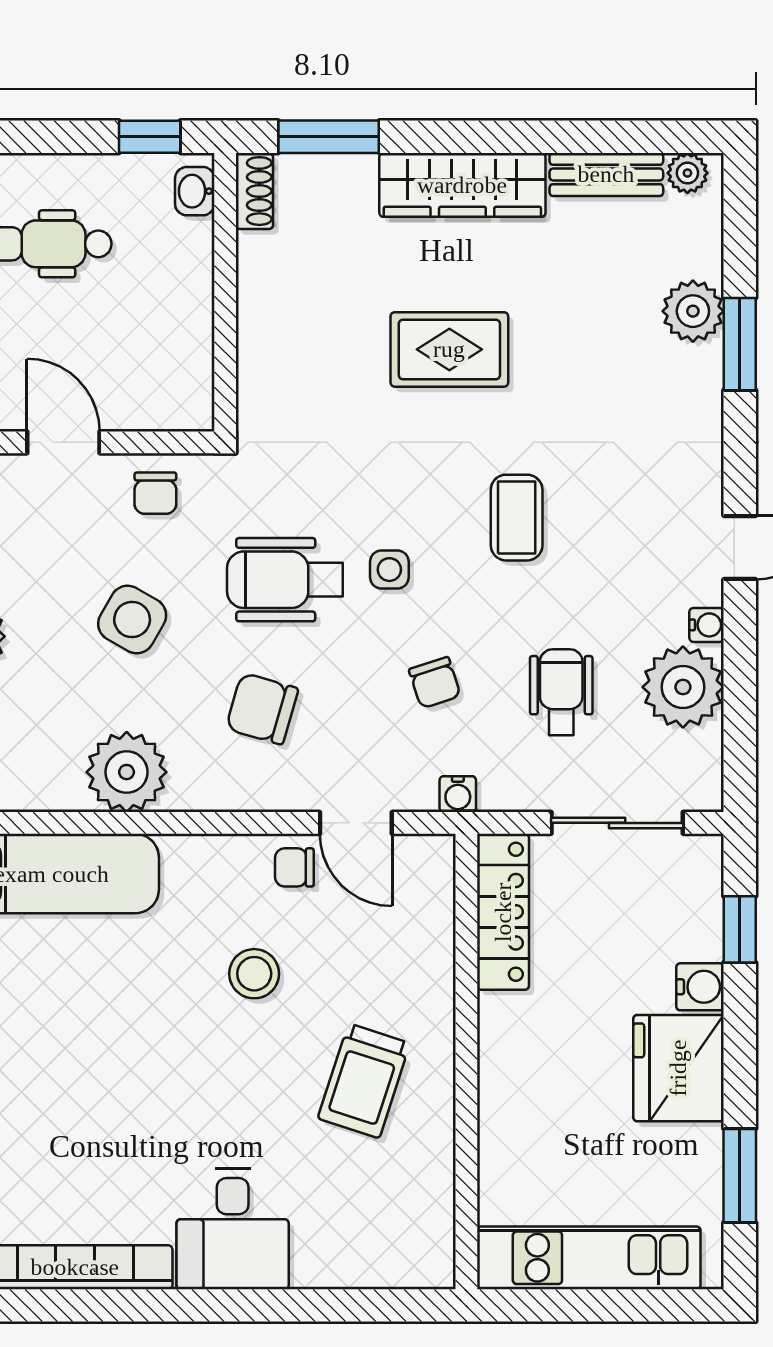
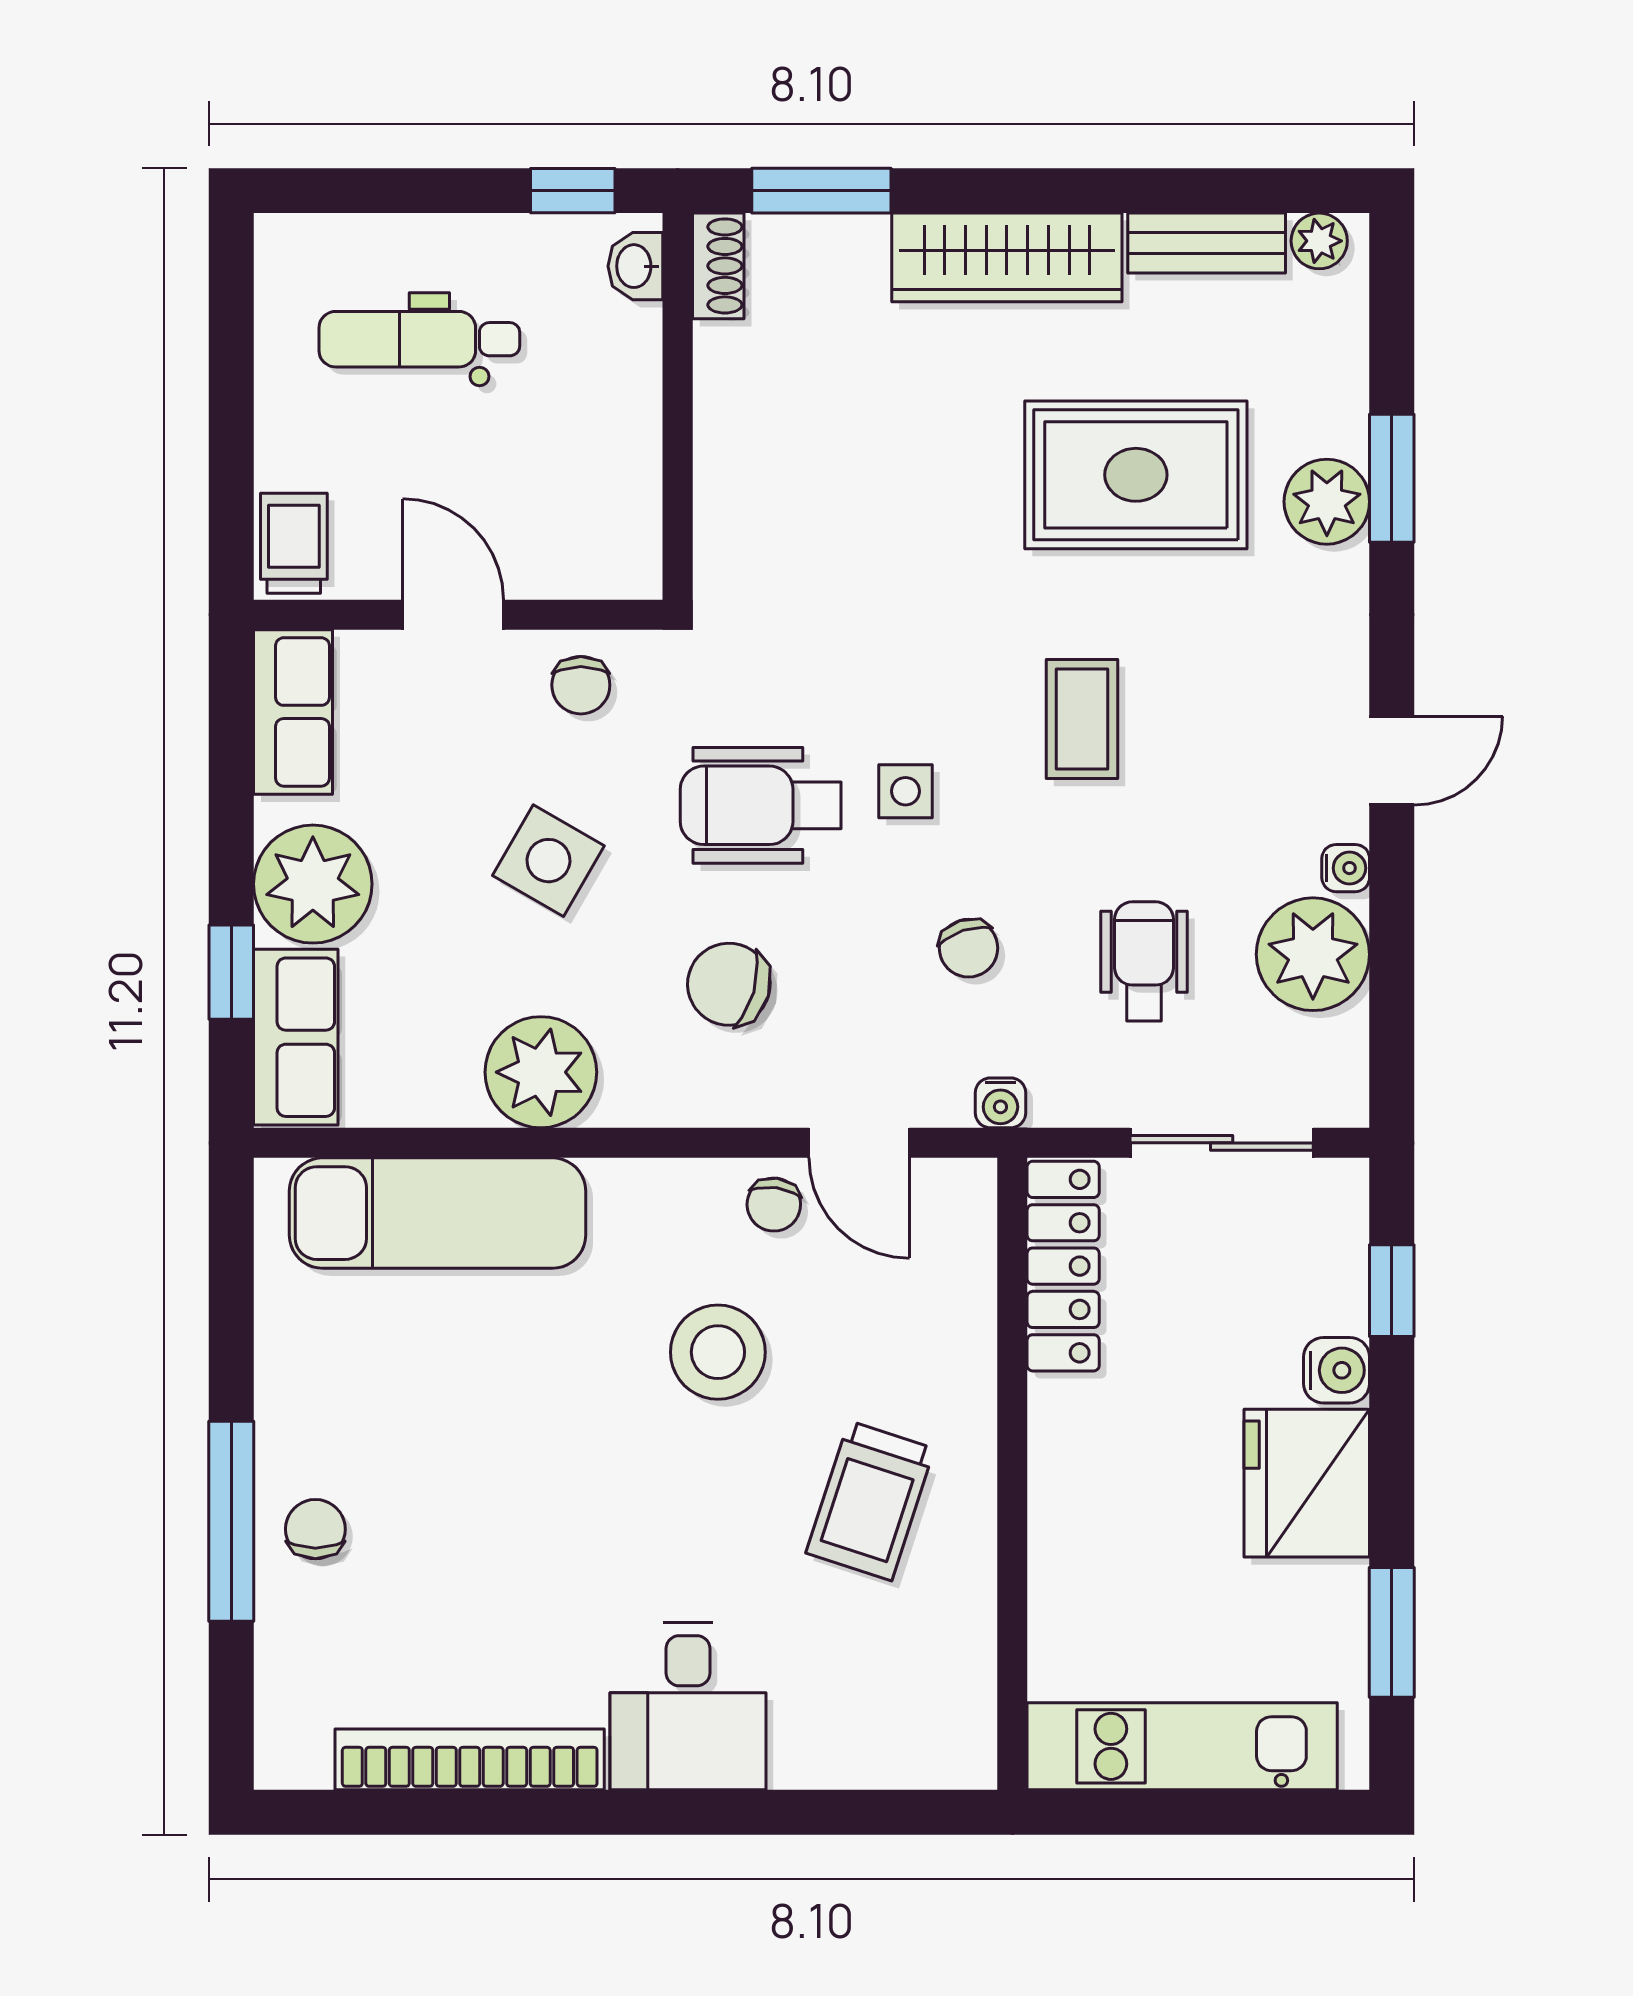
plant: (693, 311) -> (1327, 502), moved
rug: (449, 349) -> (1136, 475), moved, width x1.36, depth x1.43
chair: (294, 867) -> (774, 1205), turned -82
stool: (254, 974) -> (718, 1352), width x1.38, depth x1.38

